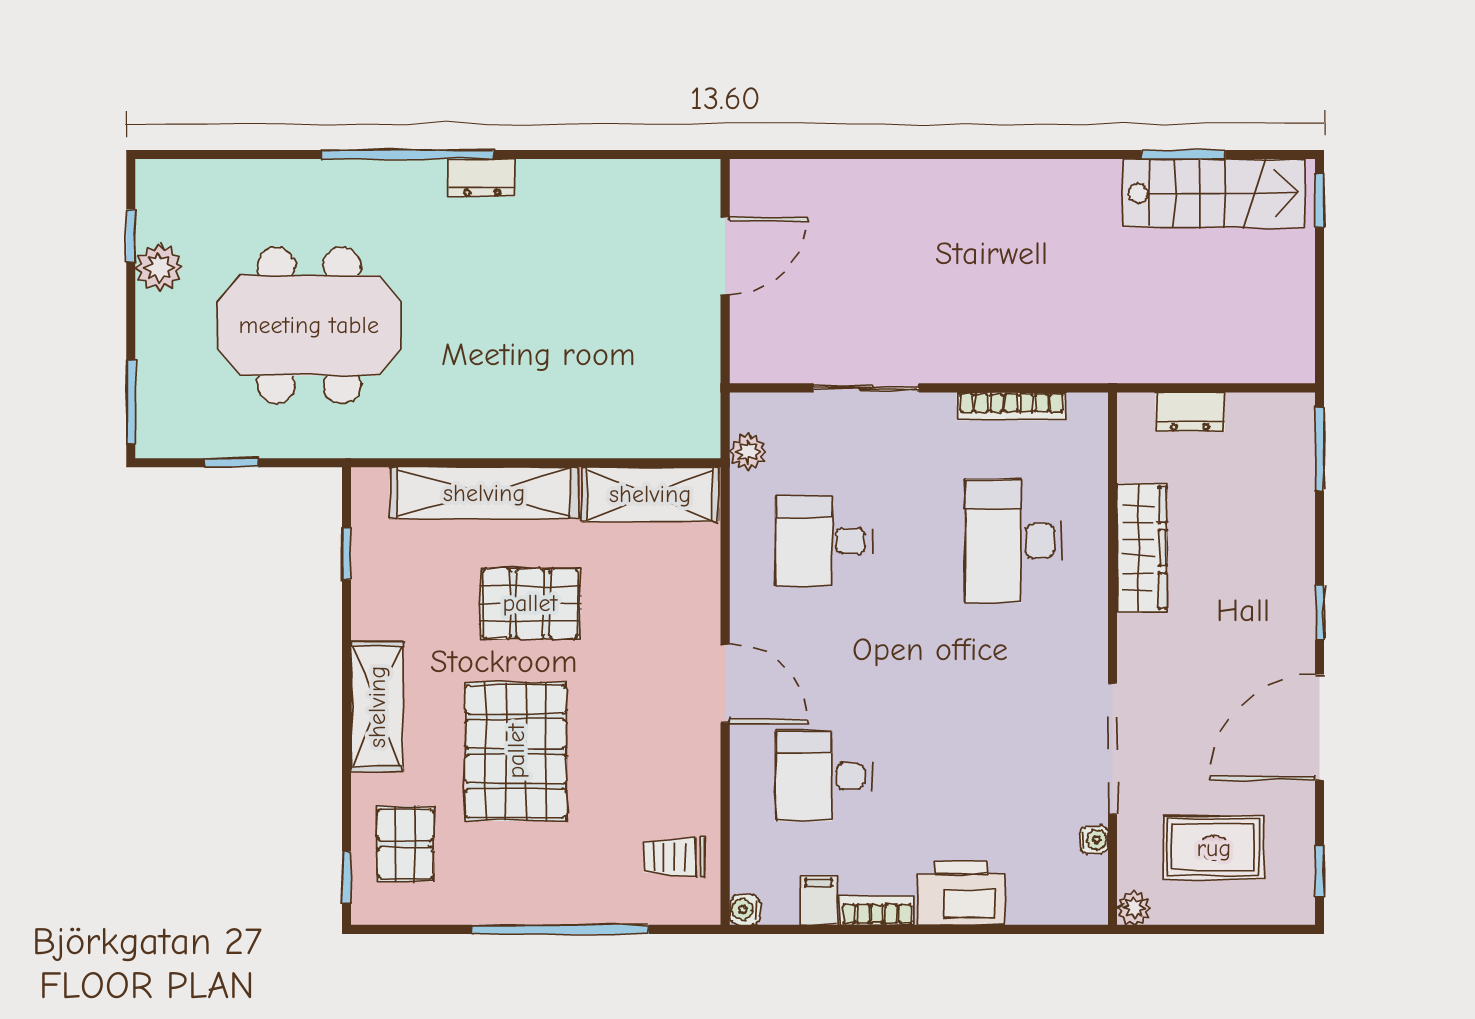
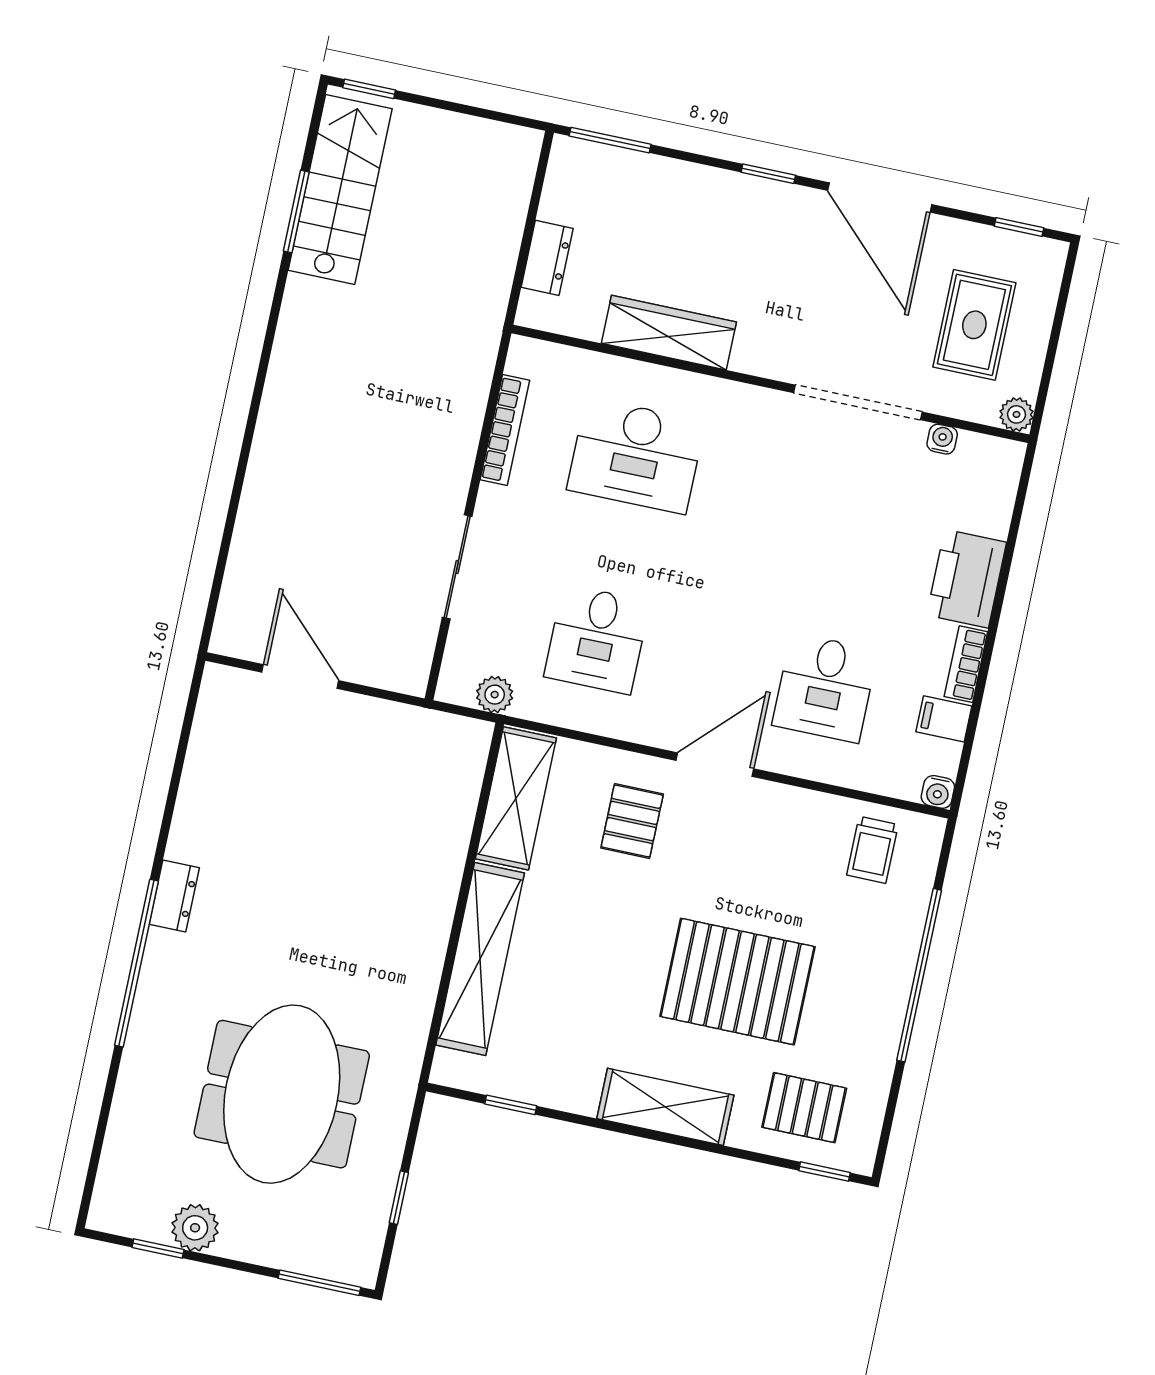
pallet: (530, 603) -> (632, 821), moved, width x0.67, depth x0.71

